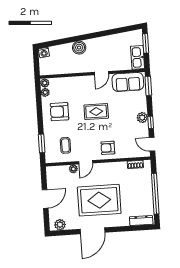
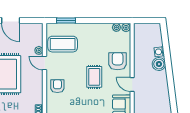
washing machine: (44, 52) -> (159, 52), moved
armchair: (59, 112) -> (118, 61), moved
coffee table: (65, 145) -> (63, 44), width x1.86, depth x1.72

